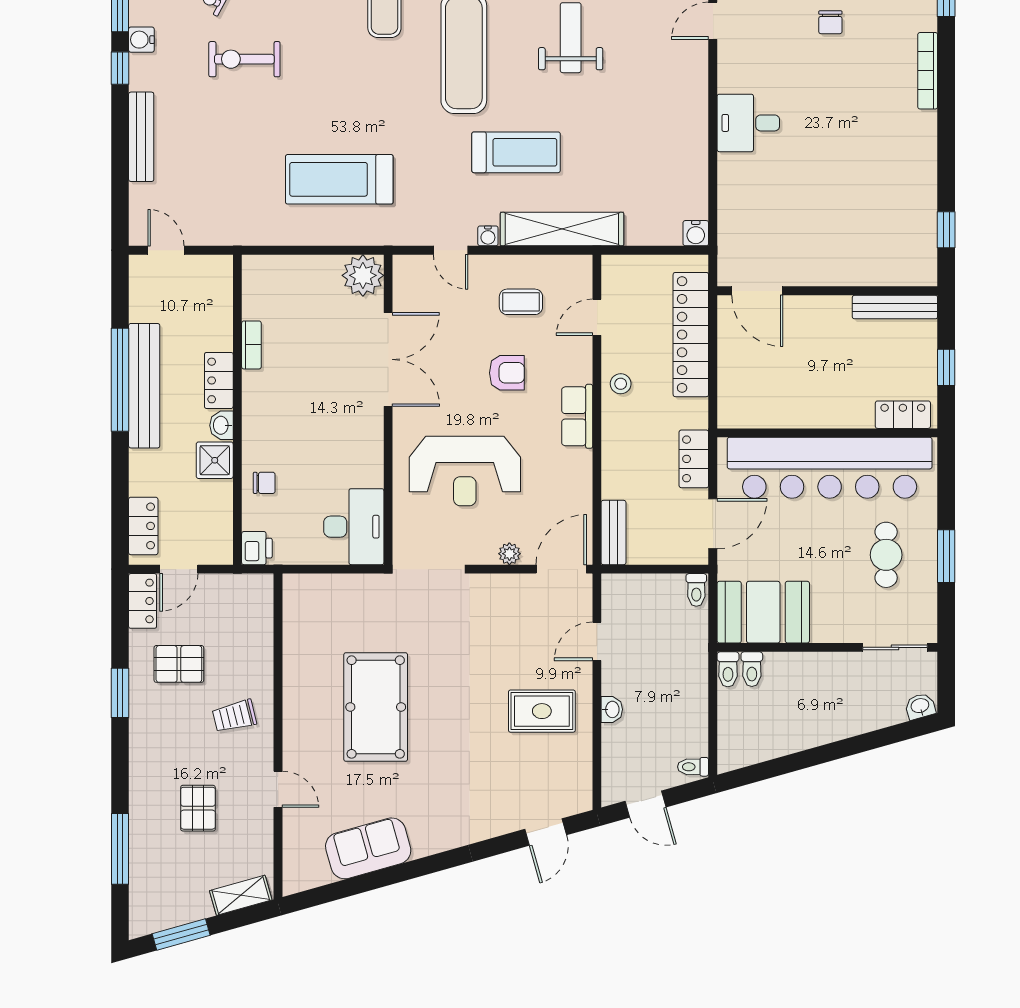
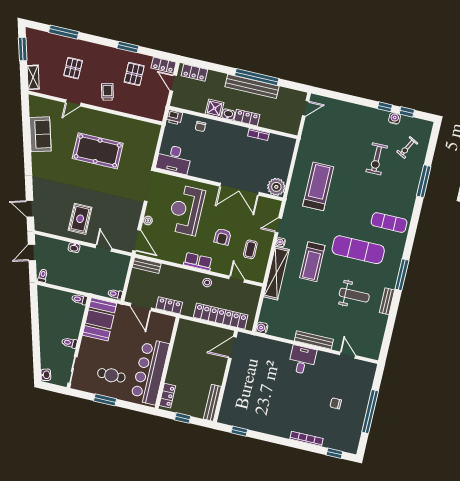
exercise bike: (244, 59) -> (377, 159), turned 180
bench: (141, 137) -> (314, 340), moved
bar counter: (830, 468) -> (150, 372), width x0.73
toilet: (752, 669) -> (69, 343), moved
pallet: (198, 808) -> (73, 68), turned 90

